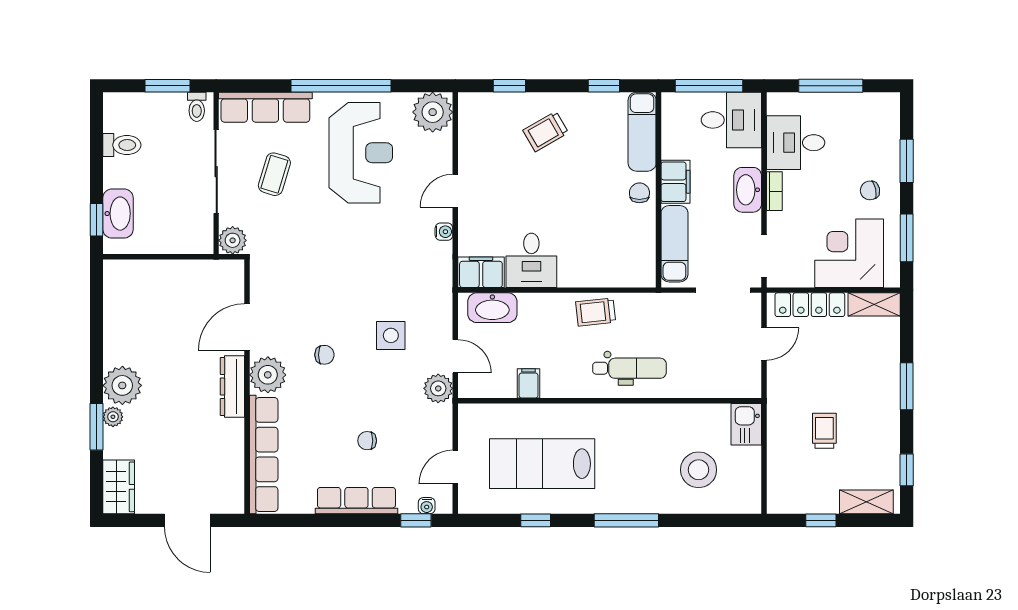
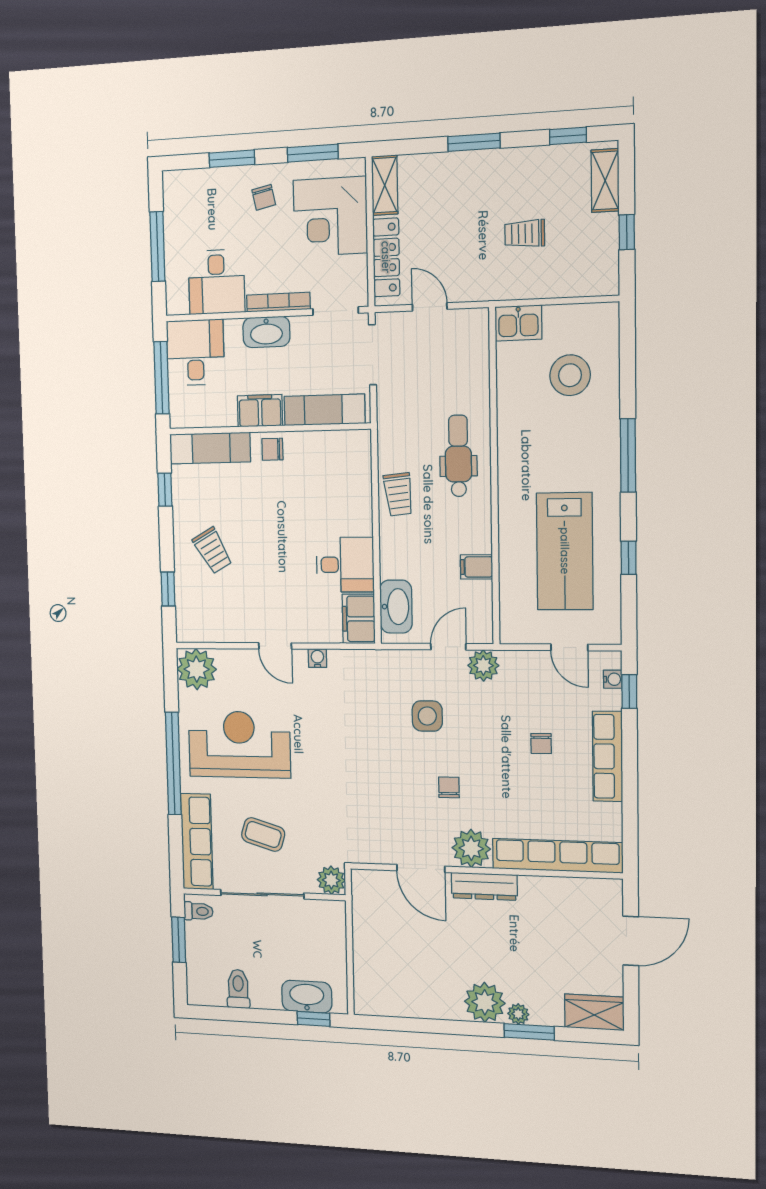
bookcase: (774, 191) -> (278, 302), width x1.56

